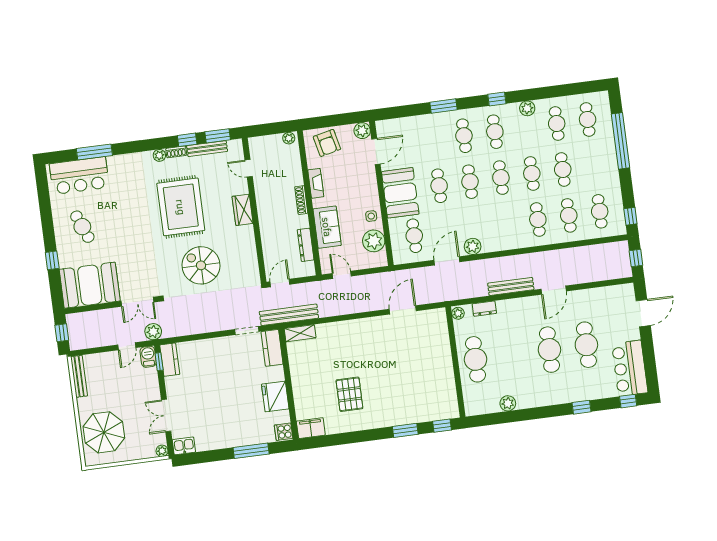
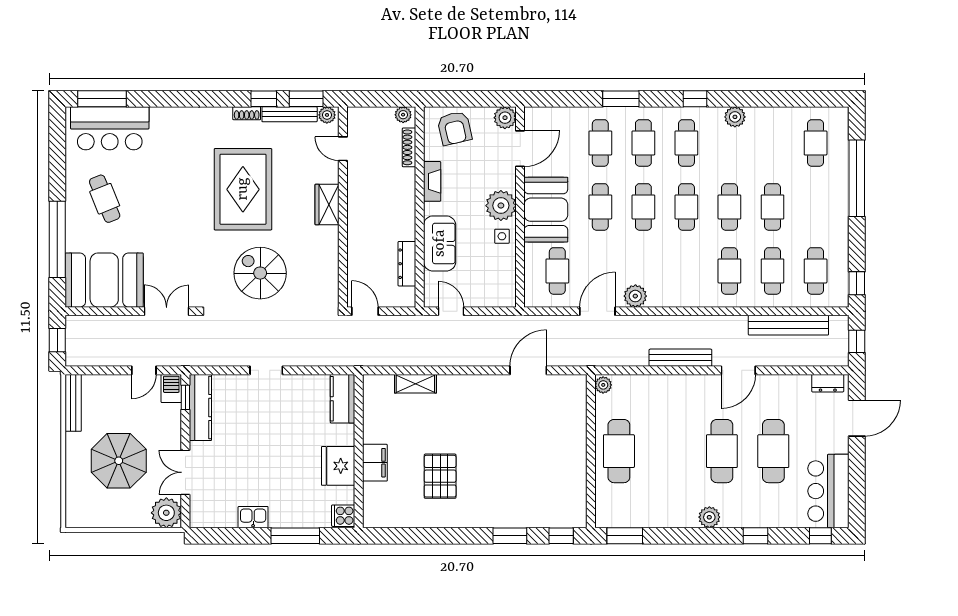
cafe table: (557, 124) -> (600, 143), moved
window: (94, 152) -> (102, 99), moved
plant: (159, 155) -> (327, 115), moved
shoe rack: (301, 200) -> (409, 147), moved
plant: (374, 241) -> (501, 206), moved
window: (52, 260) -> (57, 239), width x3.17
door: (280, 283) -> (365, 311), hinge flipped
double door: (137, 302) -> (167, 311), swing flipped
dresser: (484, 309) -> (828, 383), moved
bench: (289, 315) -> (788, 325), moved
doorway: (247, 330) -> (266, 370), moved
plant: (153, 332) -> (183, 355), removed
shelving: (300, 333) -> (415, 384), moved
kitchen counter: (170, 360) -> (200, 408), width x1.50
plant: (508, 403) -> (709, 517), moved
window: (488, 420) -> (625, 536), added
filing cabinet: (311, 428) -> (375, 463), moved, turned 90
parasol: (104, 432) -> (119, 461), moved
kitchen sink: (184, 446) -> (253, 517), moved
plant: (162, 451) -> (166, 513), width x1.87, depth x1.87

